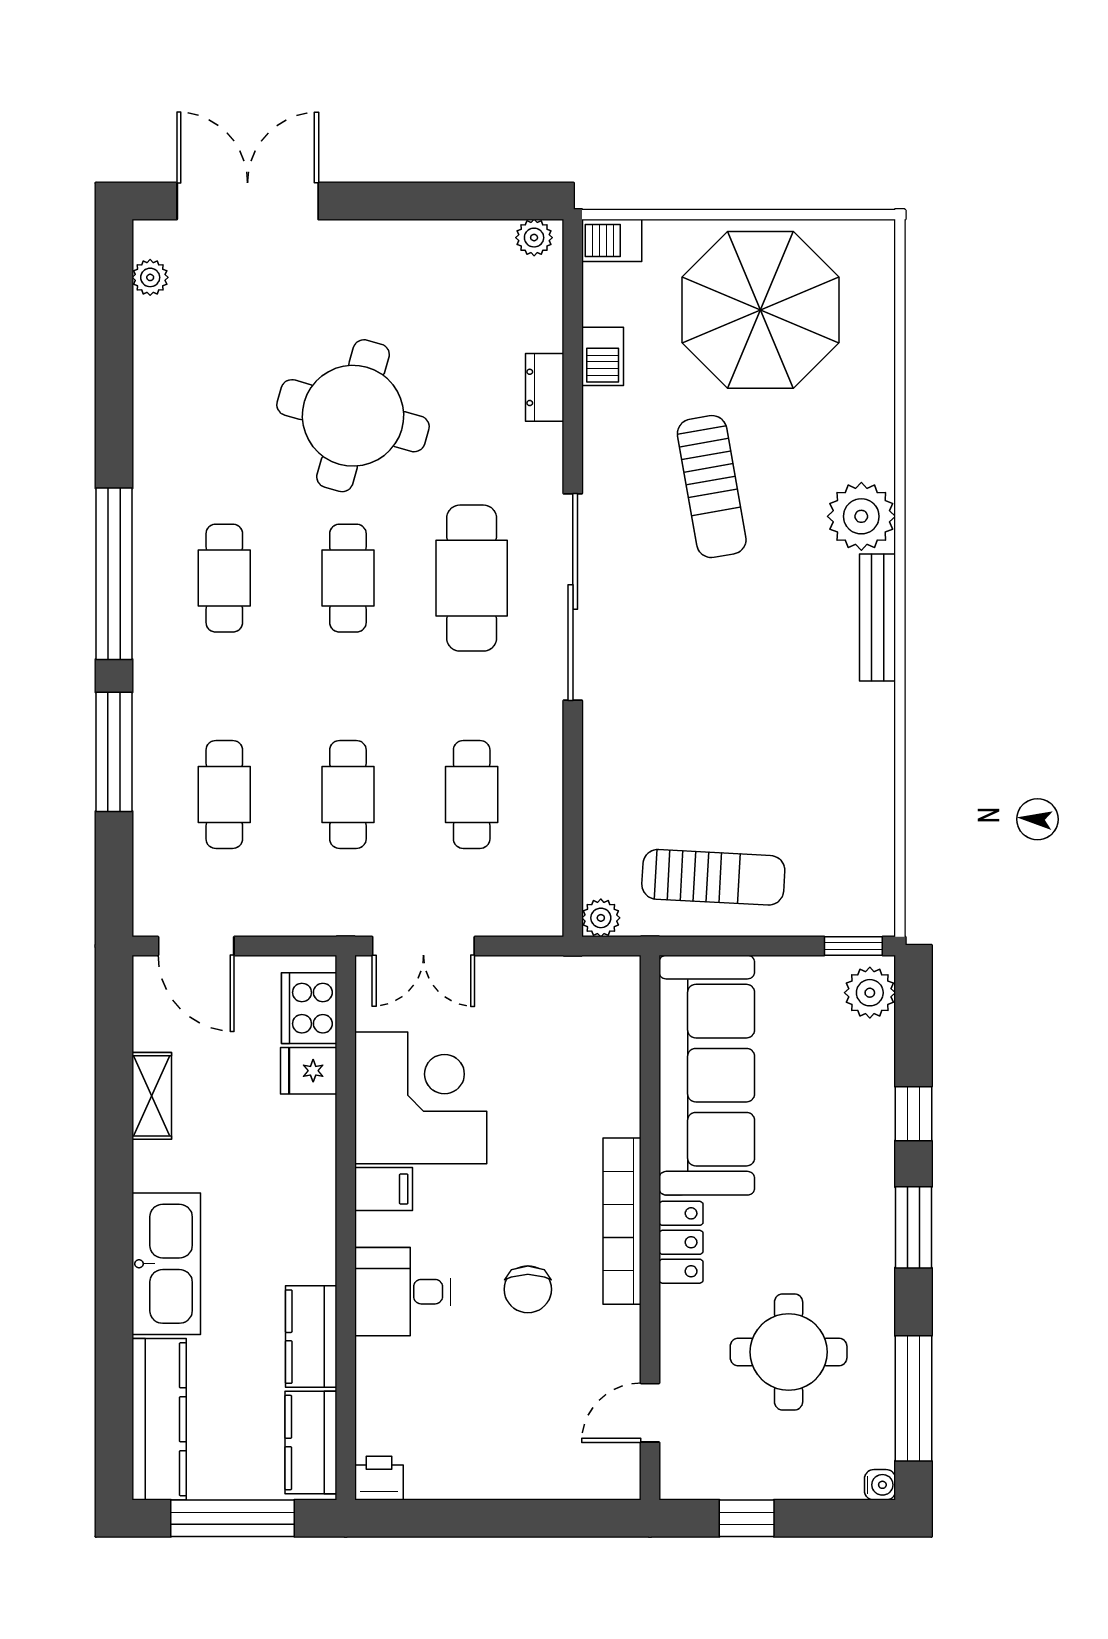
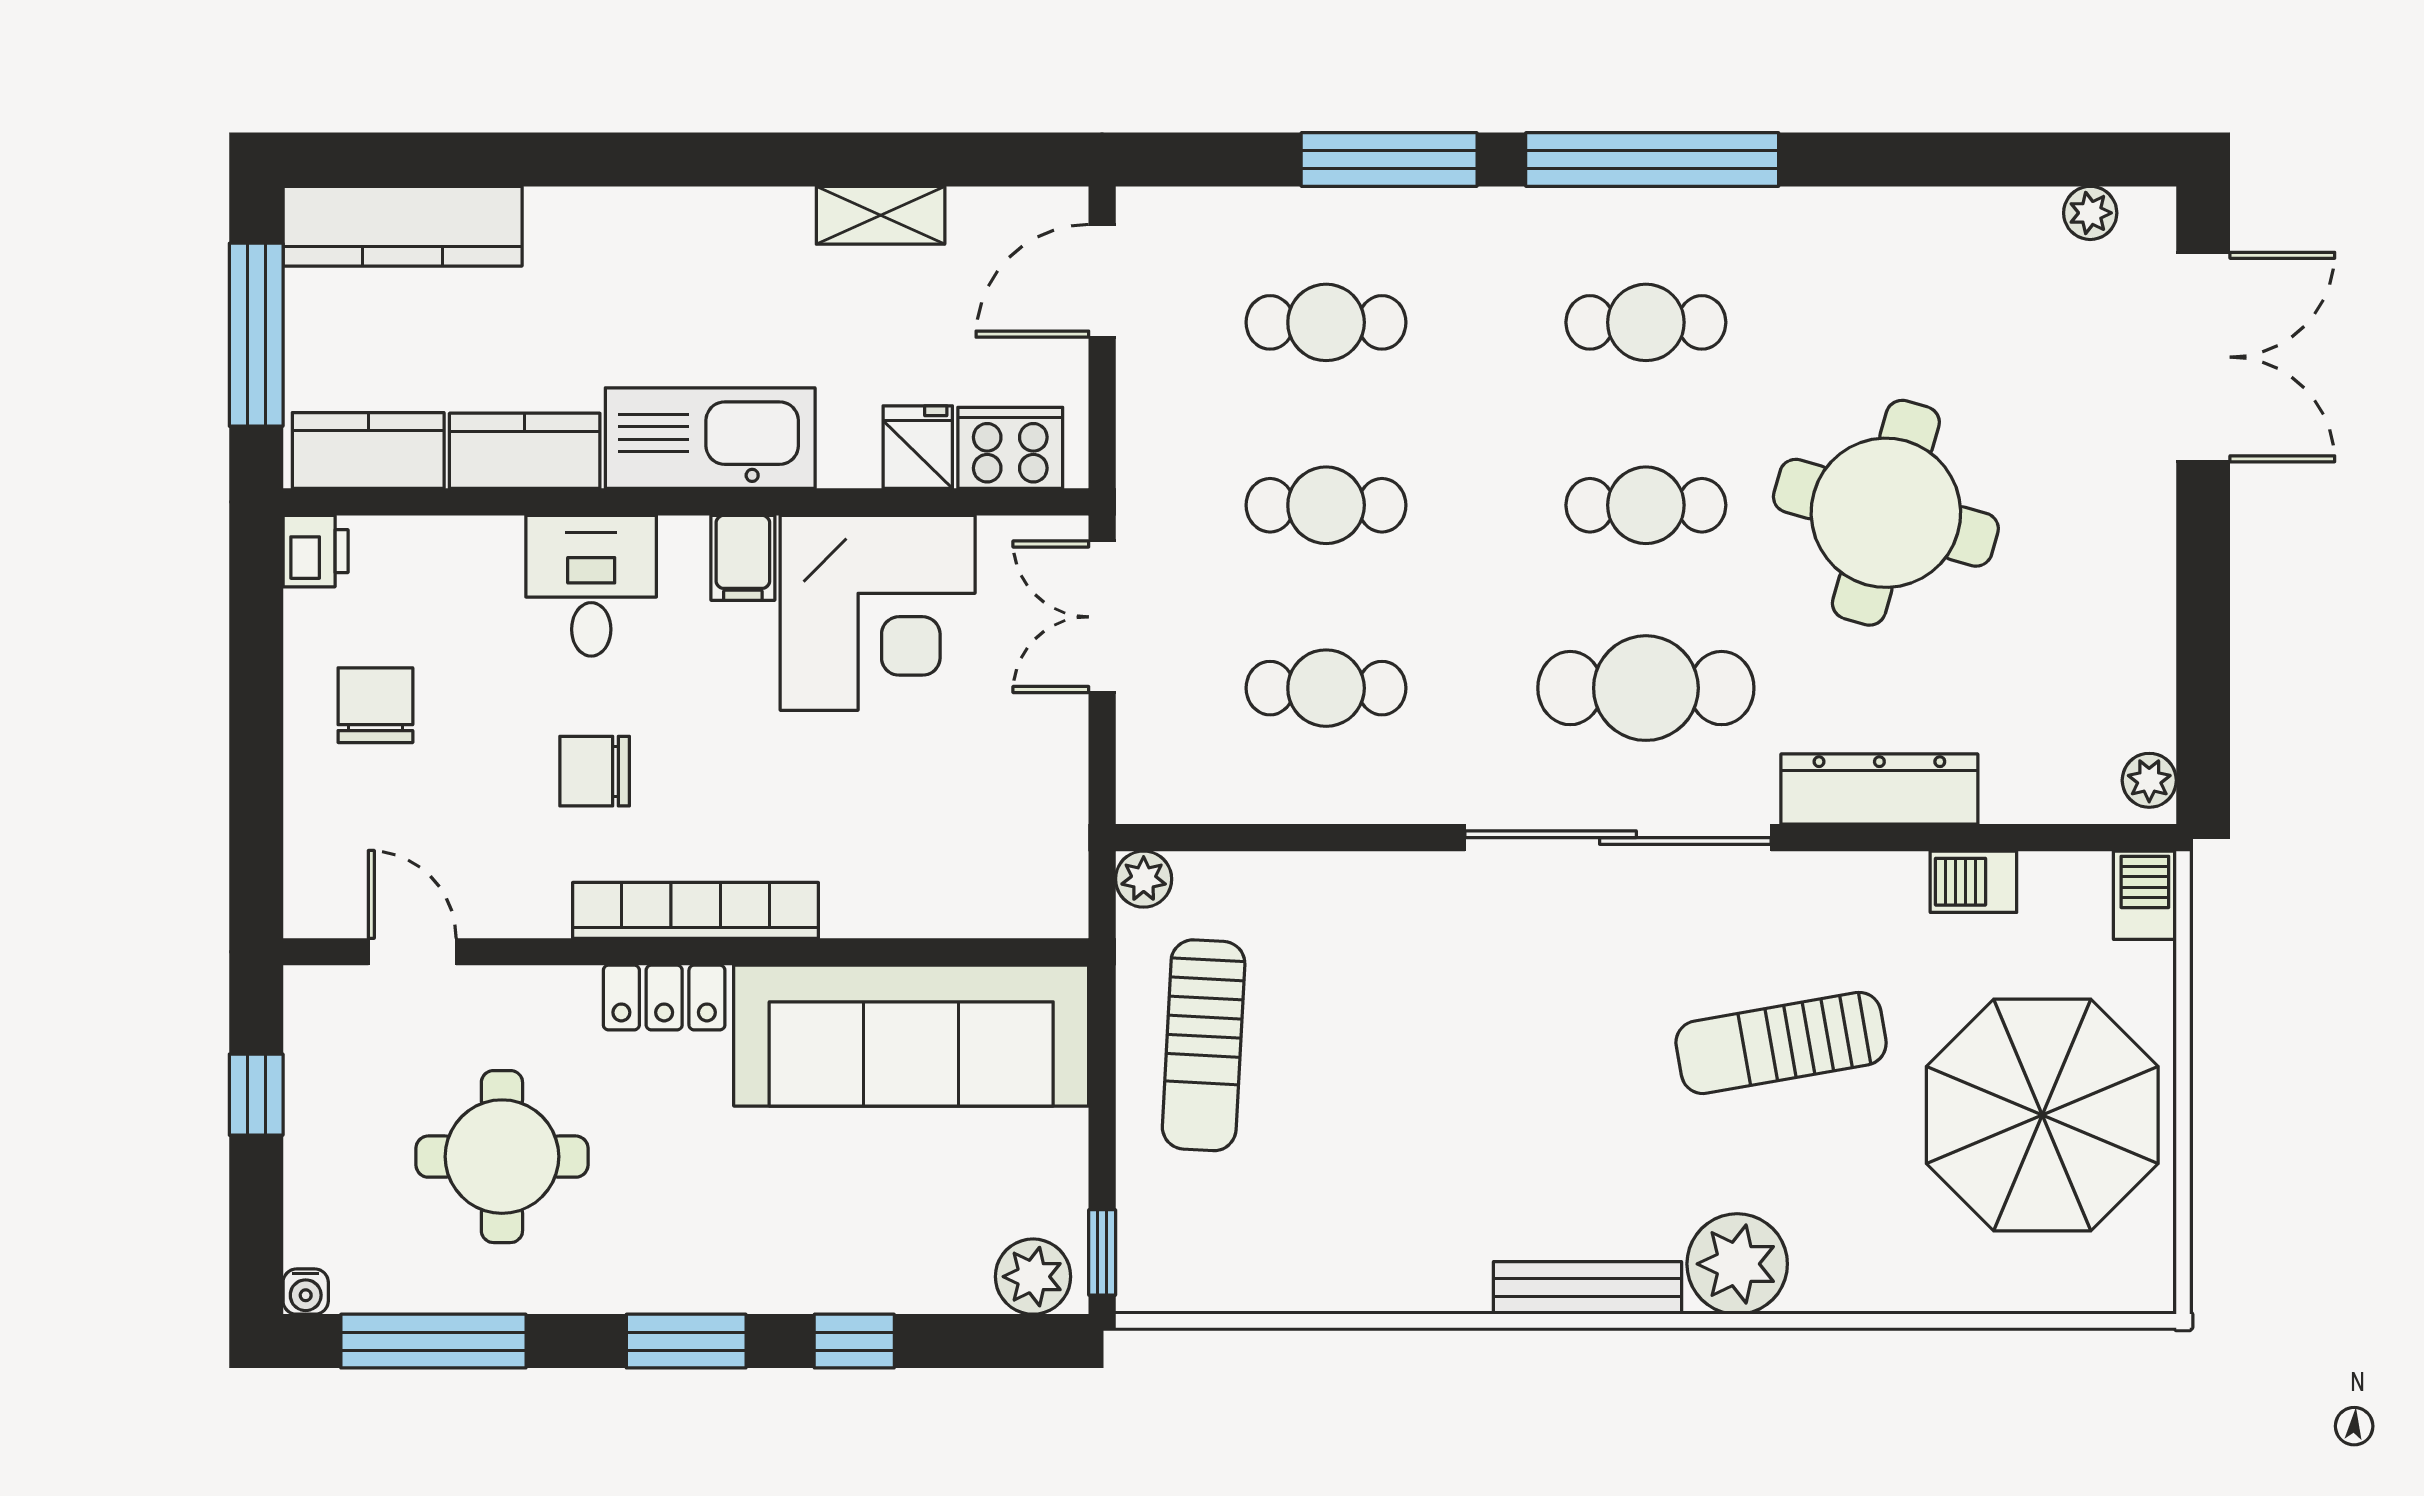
dresser: (545, 387) -> (1879, 789), width x1.96, depth x1.24
kitchen sink: (166, 1264) -> (710, 438), moved, turned 180
chair: (483, 1438) -> (375, 705), added

